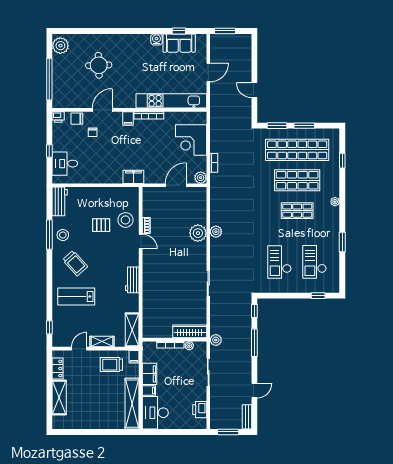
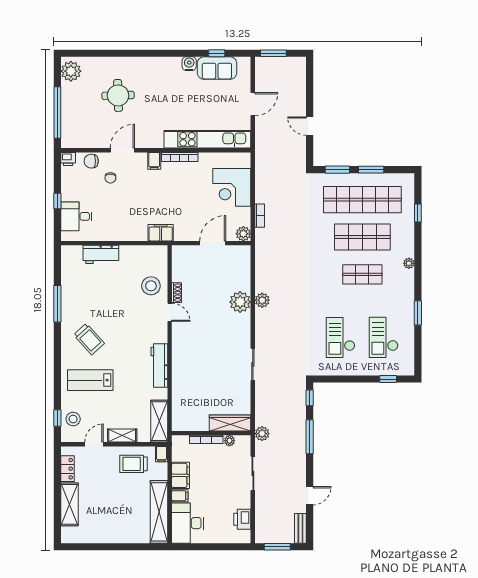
workbench: (60, 201) -> (101, 254), moved, turned 90
pallet: (101, 225) -> (121, 292), removed
stool: (63, 235) -> (73, 419), moved
workbench: (132, 280) -> (159, 366), width x1.38

